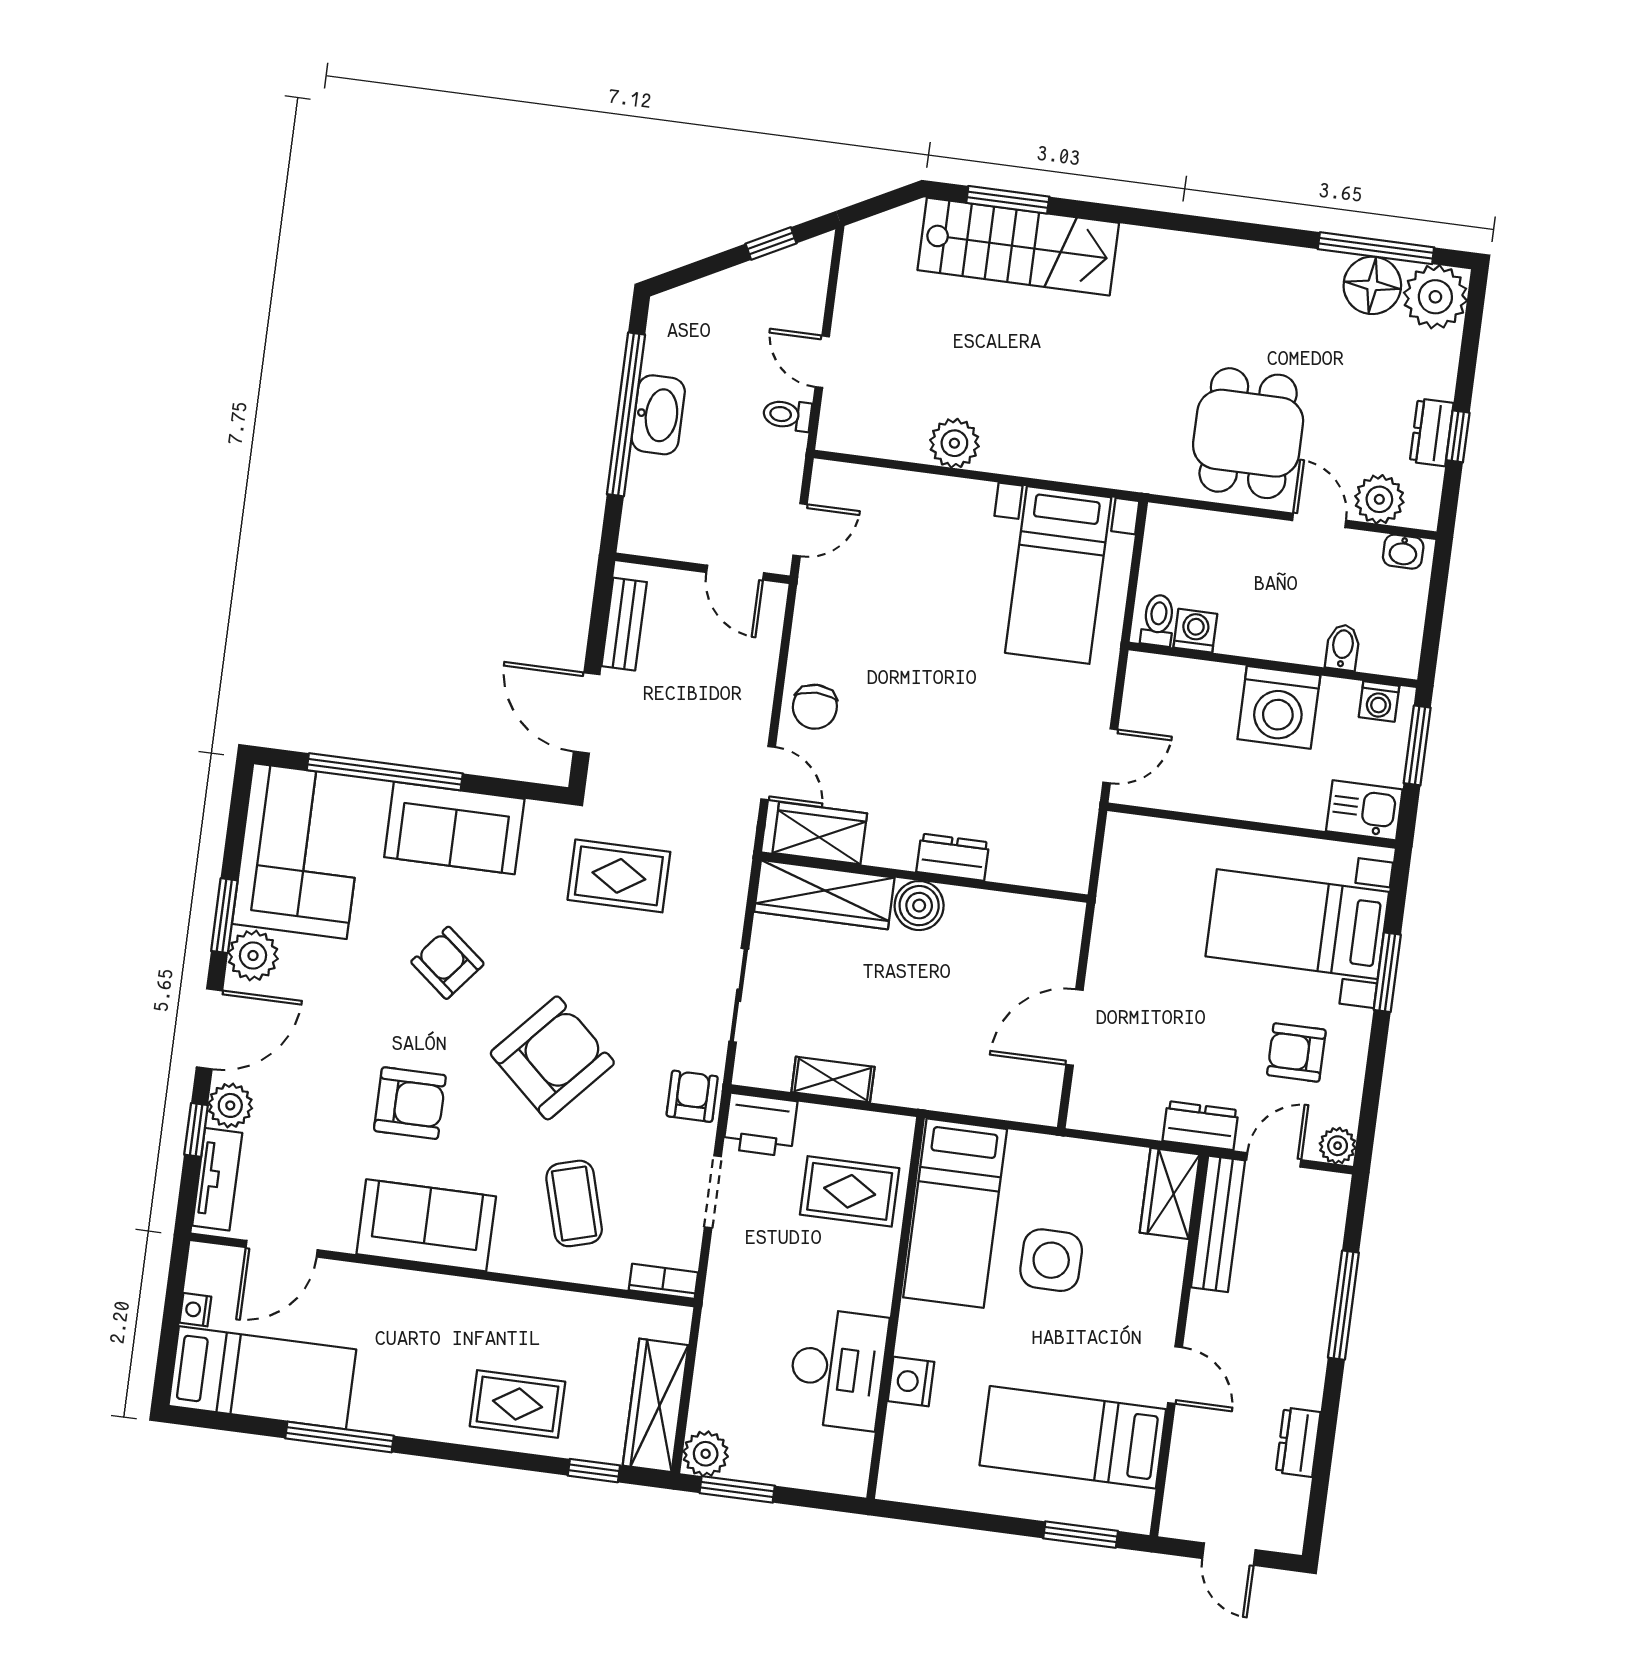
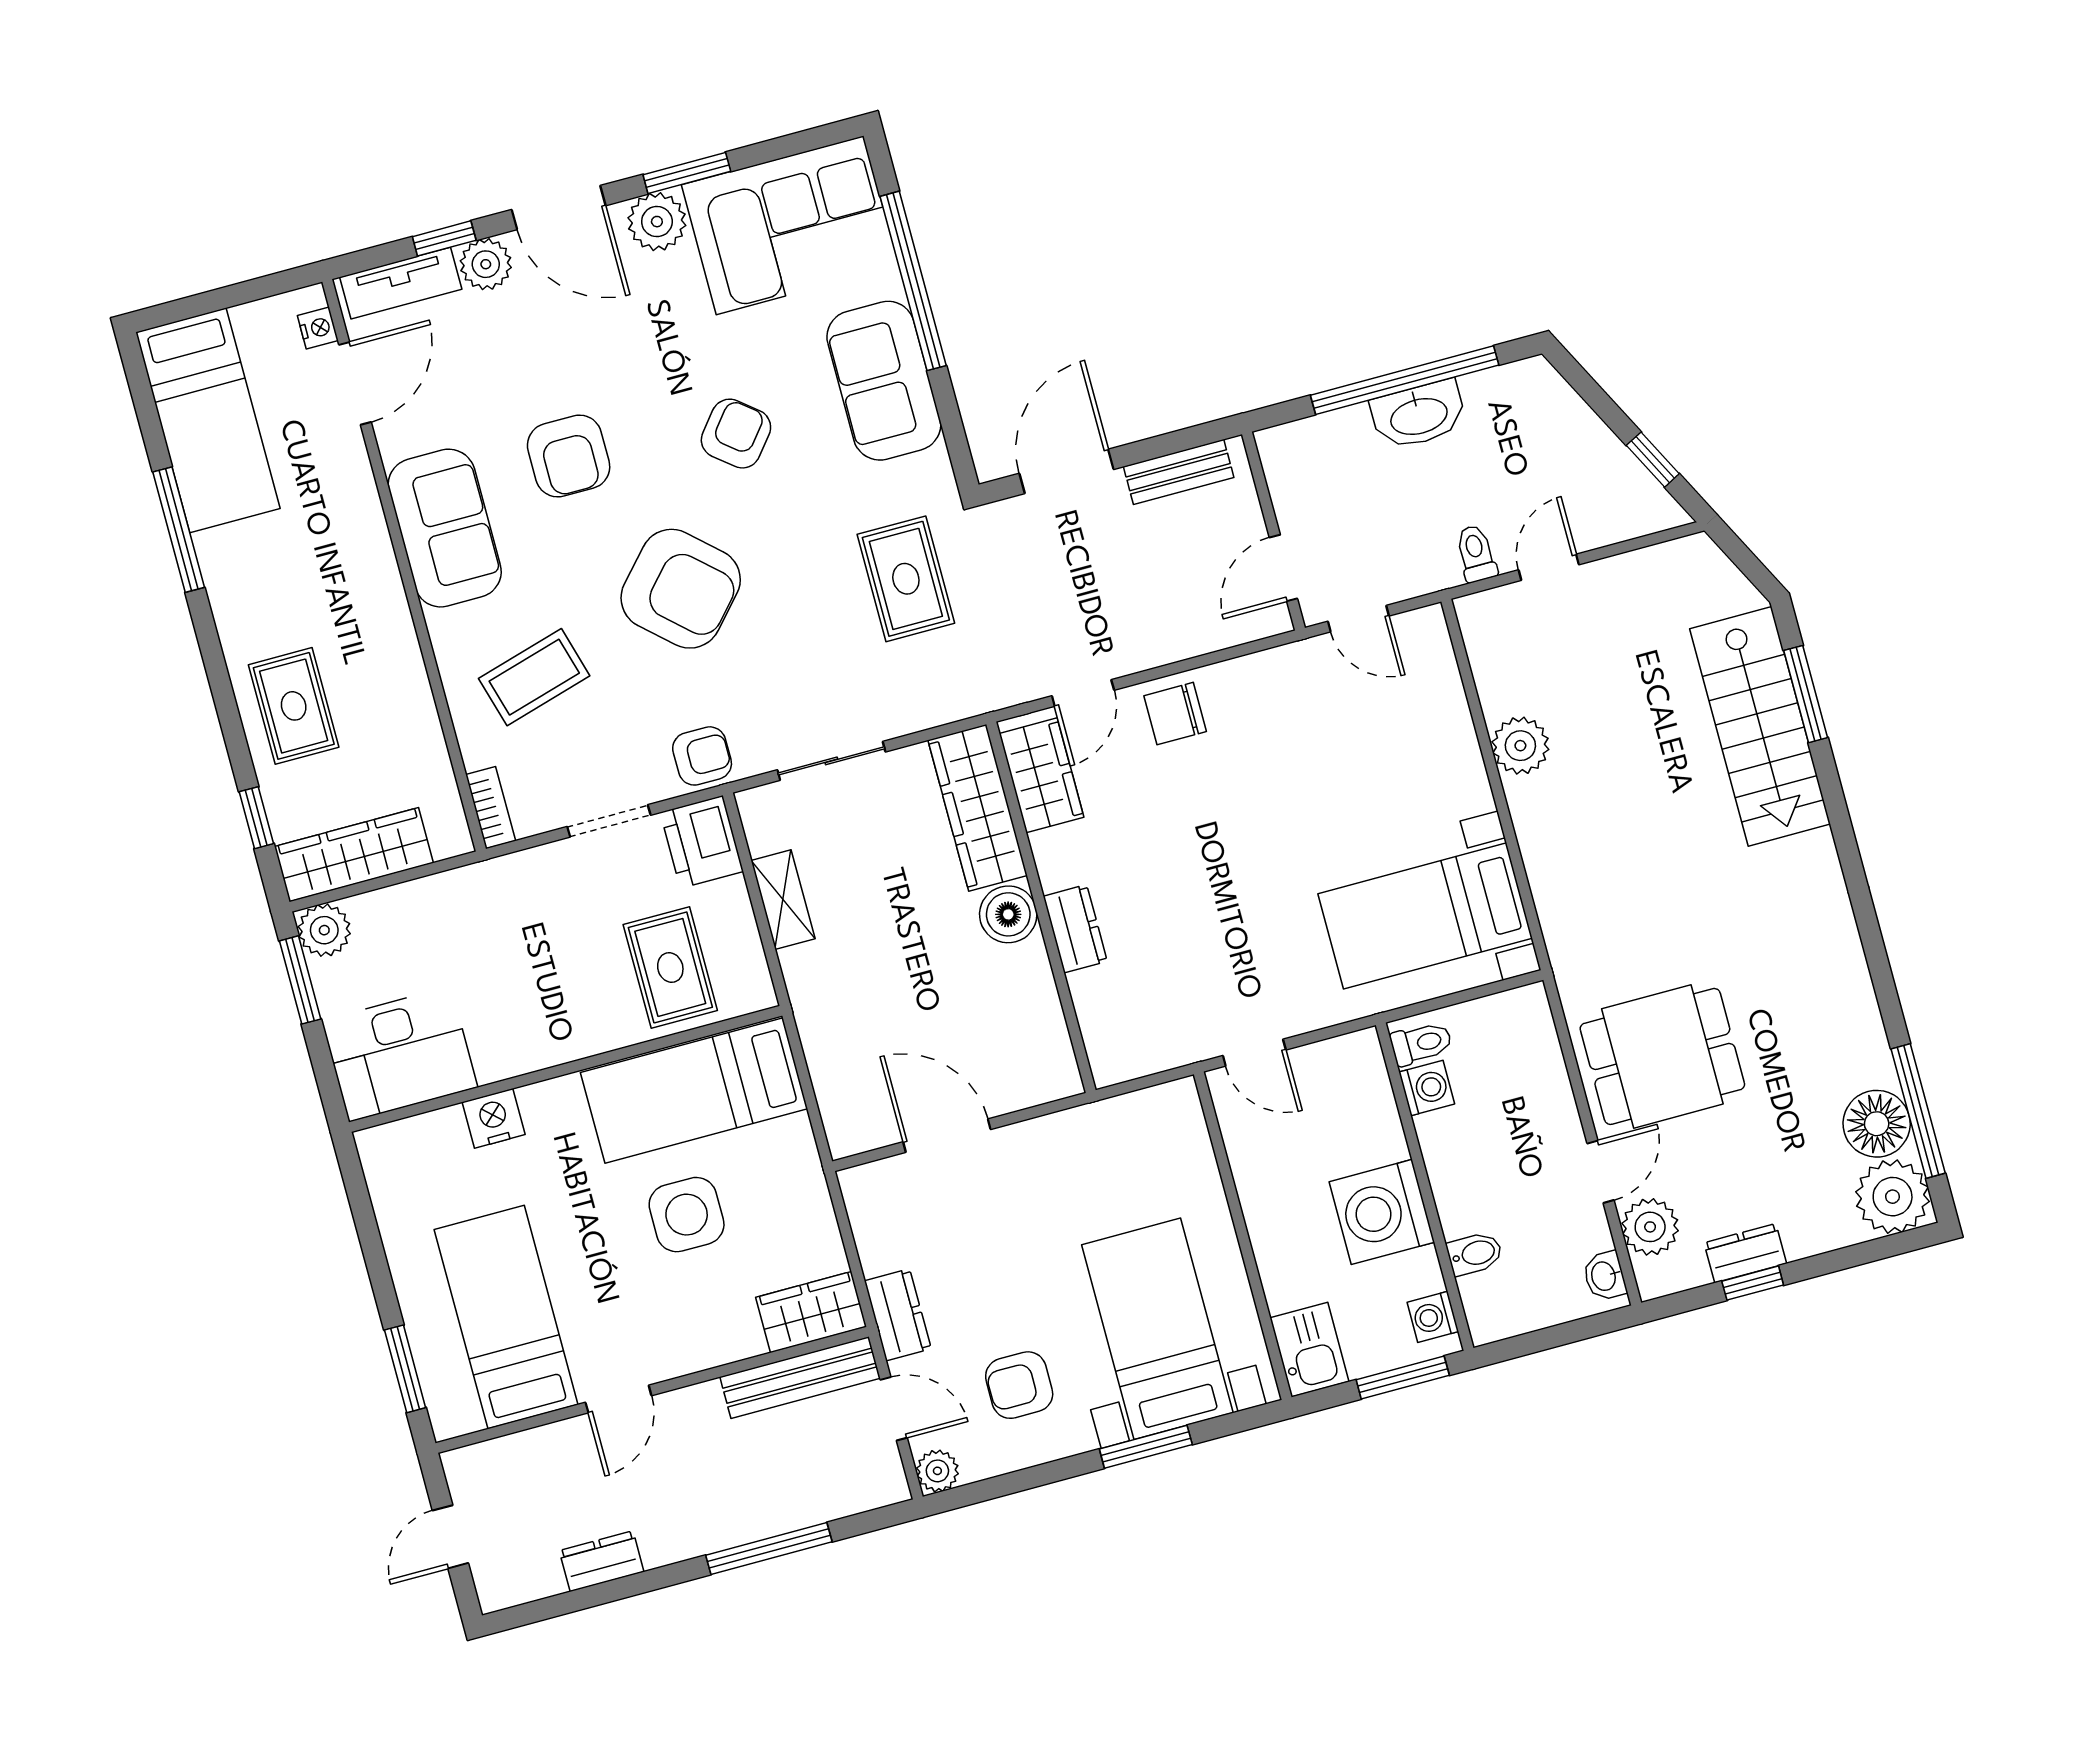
armchair: (1296, 1052) -> (1019, 1385), turned -90
door: (282, 1249) -> (355, 383), swing flipped
nightstand: (195, 1310) -> (318, 328), moved, turned 90
desk: (838, 1369) -> (400, 1054), moved

